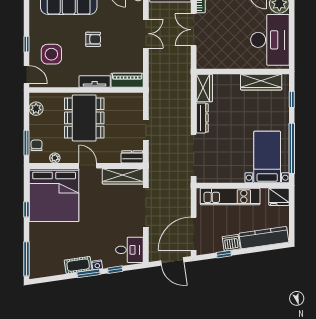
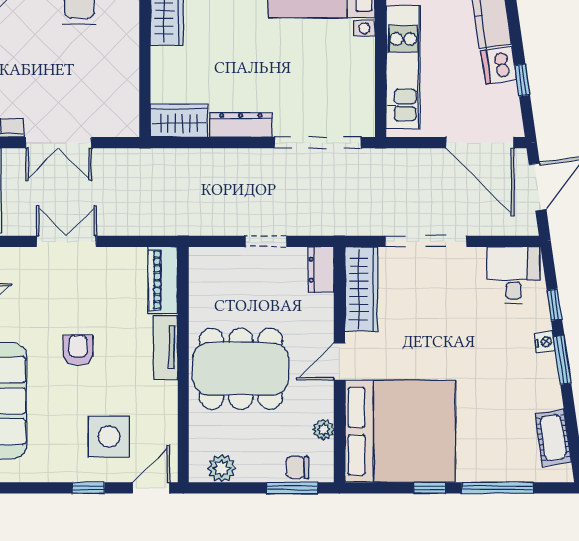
window: (27, 259) -> (498, 488), moved
cot: (78, 265) -> (553, 438), moved

